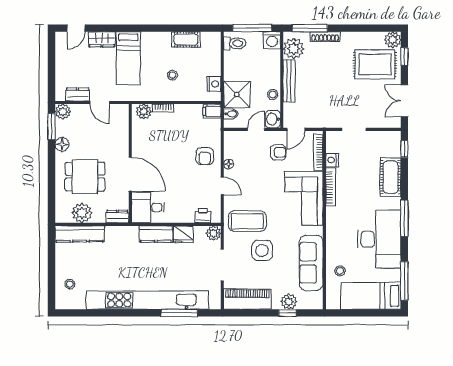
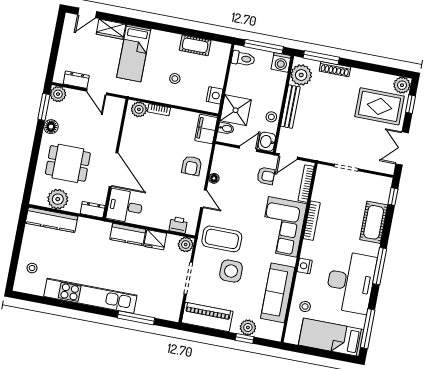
filing cabinet: (212, 111) -> (206, 129), width x2.00
nightstand: (332, 160) -> (305, 266), moved
kitchen unit: (147, 300) -> (90, 296), width x0.73

